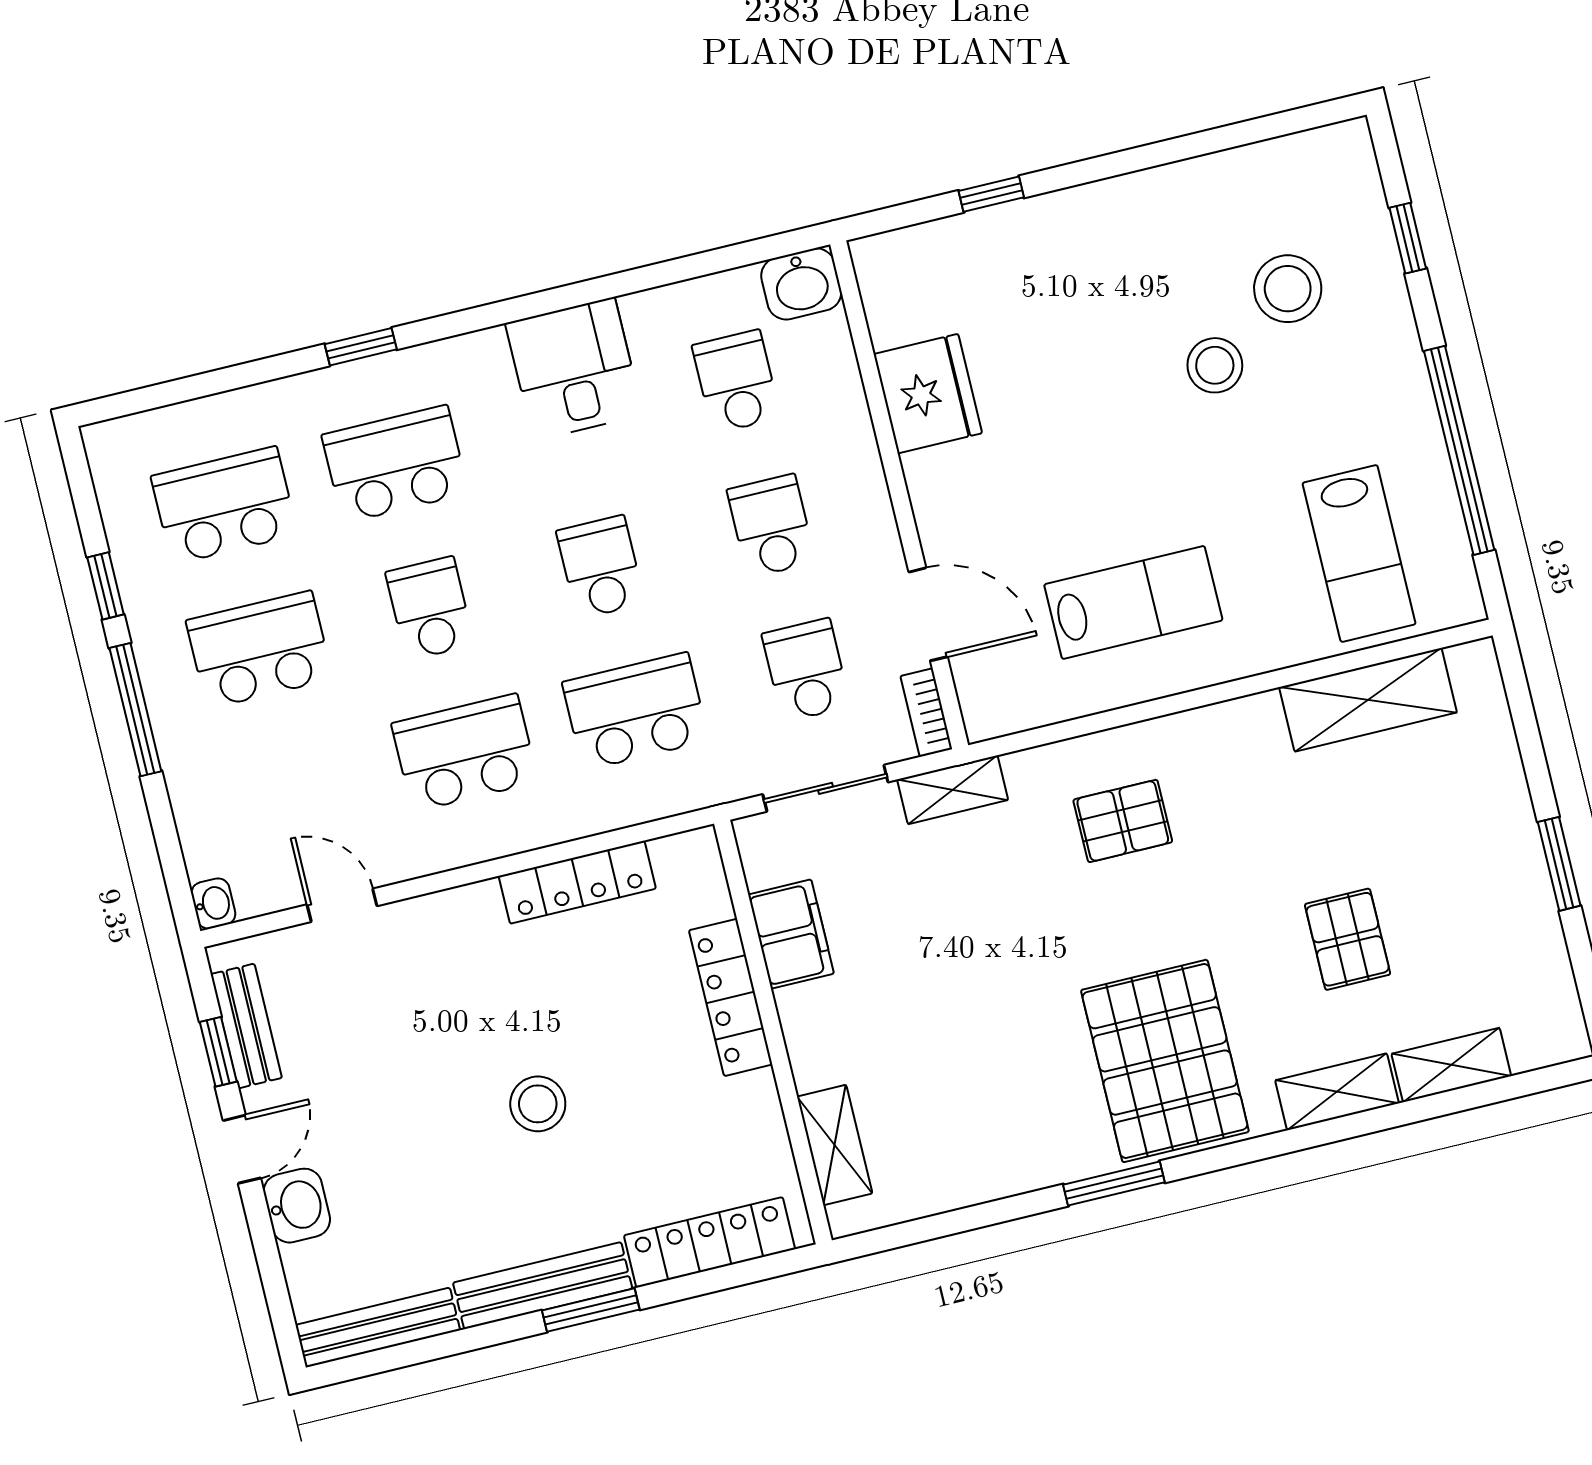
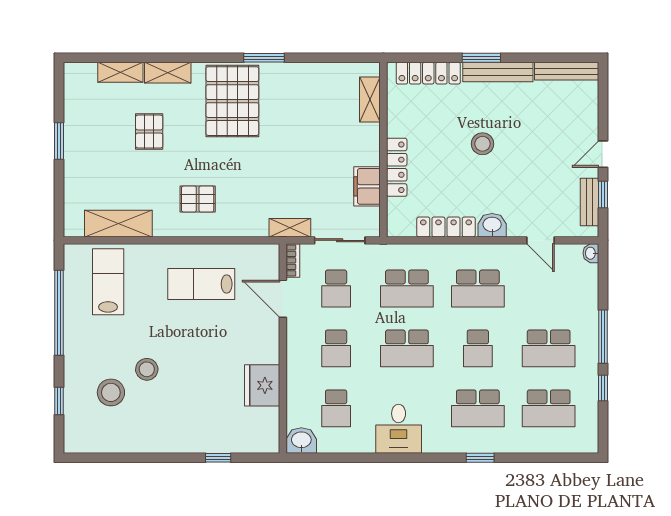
school desk: (601, 567) -> (407, 348), width x1.85
pallet: (1123, 821) -> (198, 199), moved
washbasin: (297, 1206) -> (492, 225), moved, turned 90

